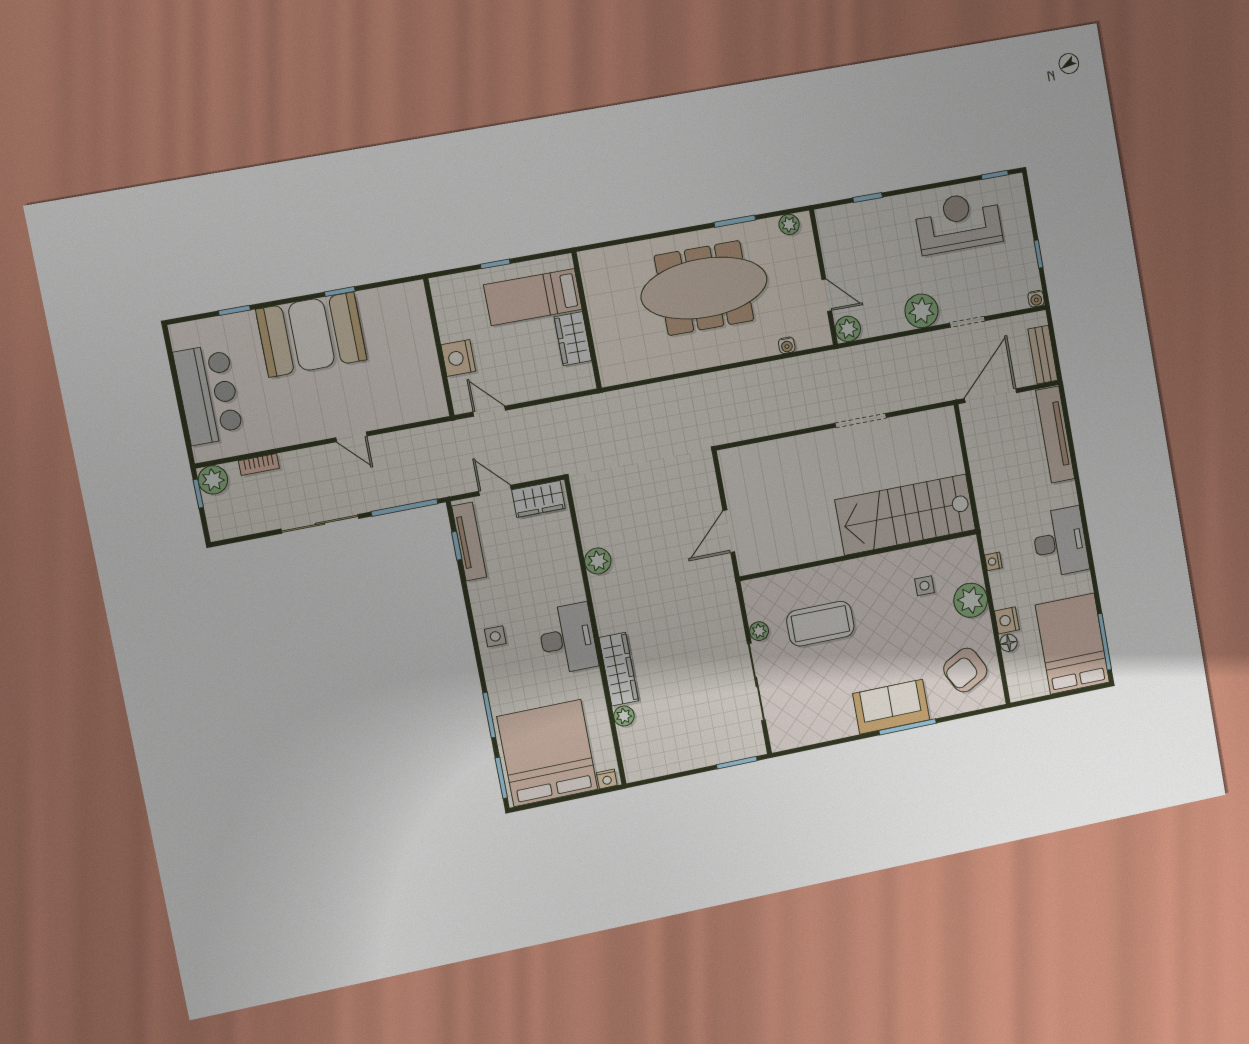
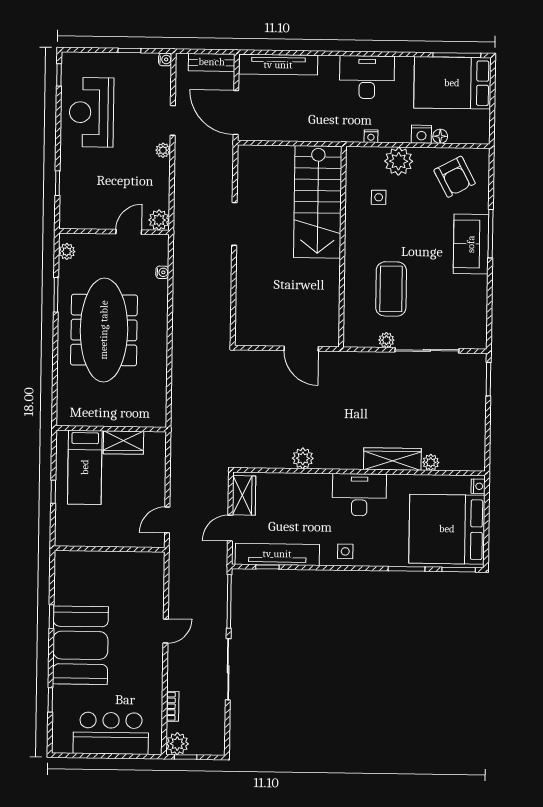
plant: (921, 311) -> (163, 150), width x0.53, depth x0.53
nightstand: (458, 358) -> (121, 536), removed
tv unit: (469, 542) -> (277, 554), width x1.36, depth x1.29

